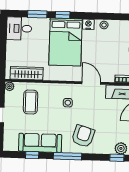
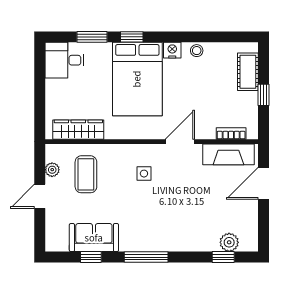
door: (91, 83) -> (180, 142), hinge flipped
plant: (9, 86) -> (52, 170), moved
armchair: (83, 136) -> (170, 225), removed
sofa: (40, 143) -> (94, 238), width x0.73

